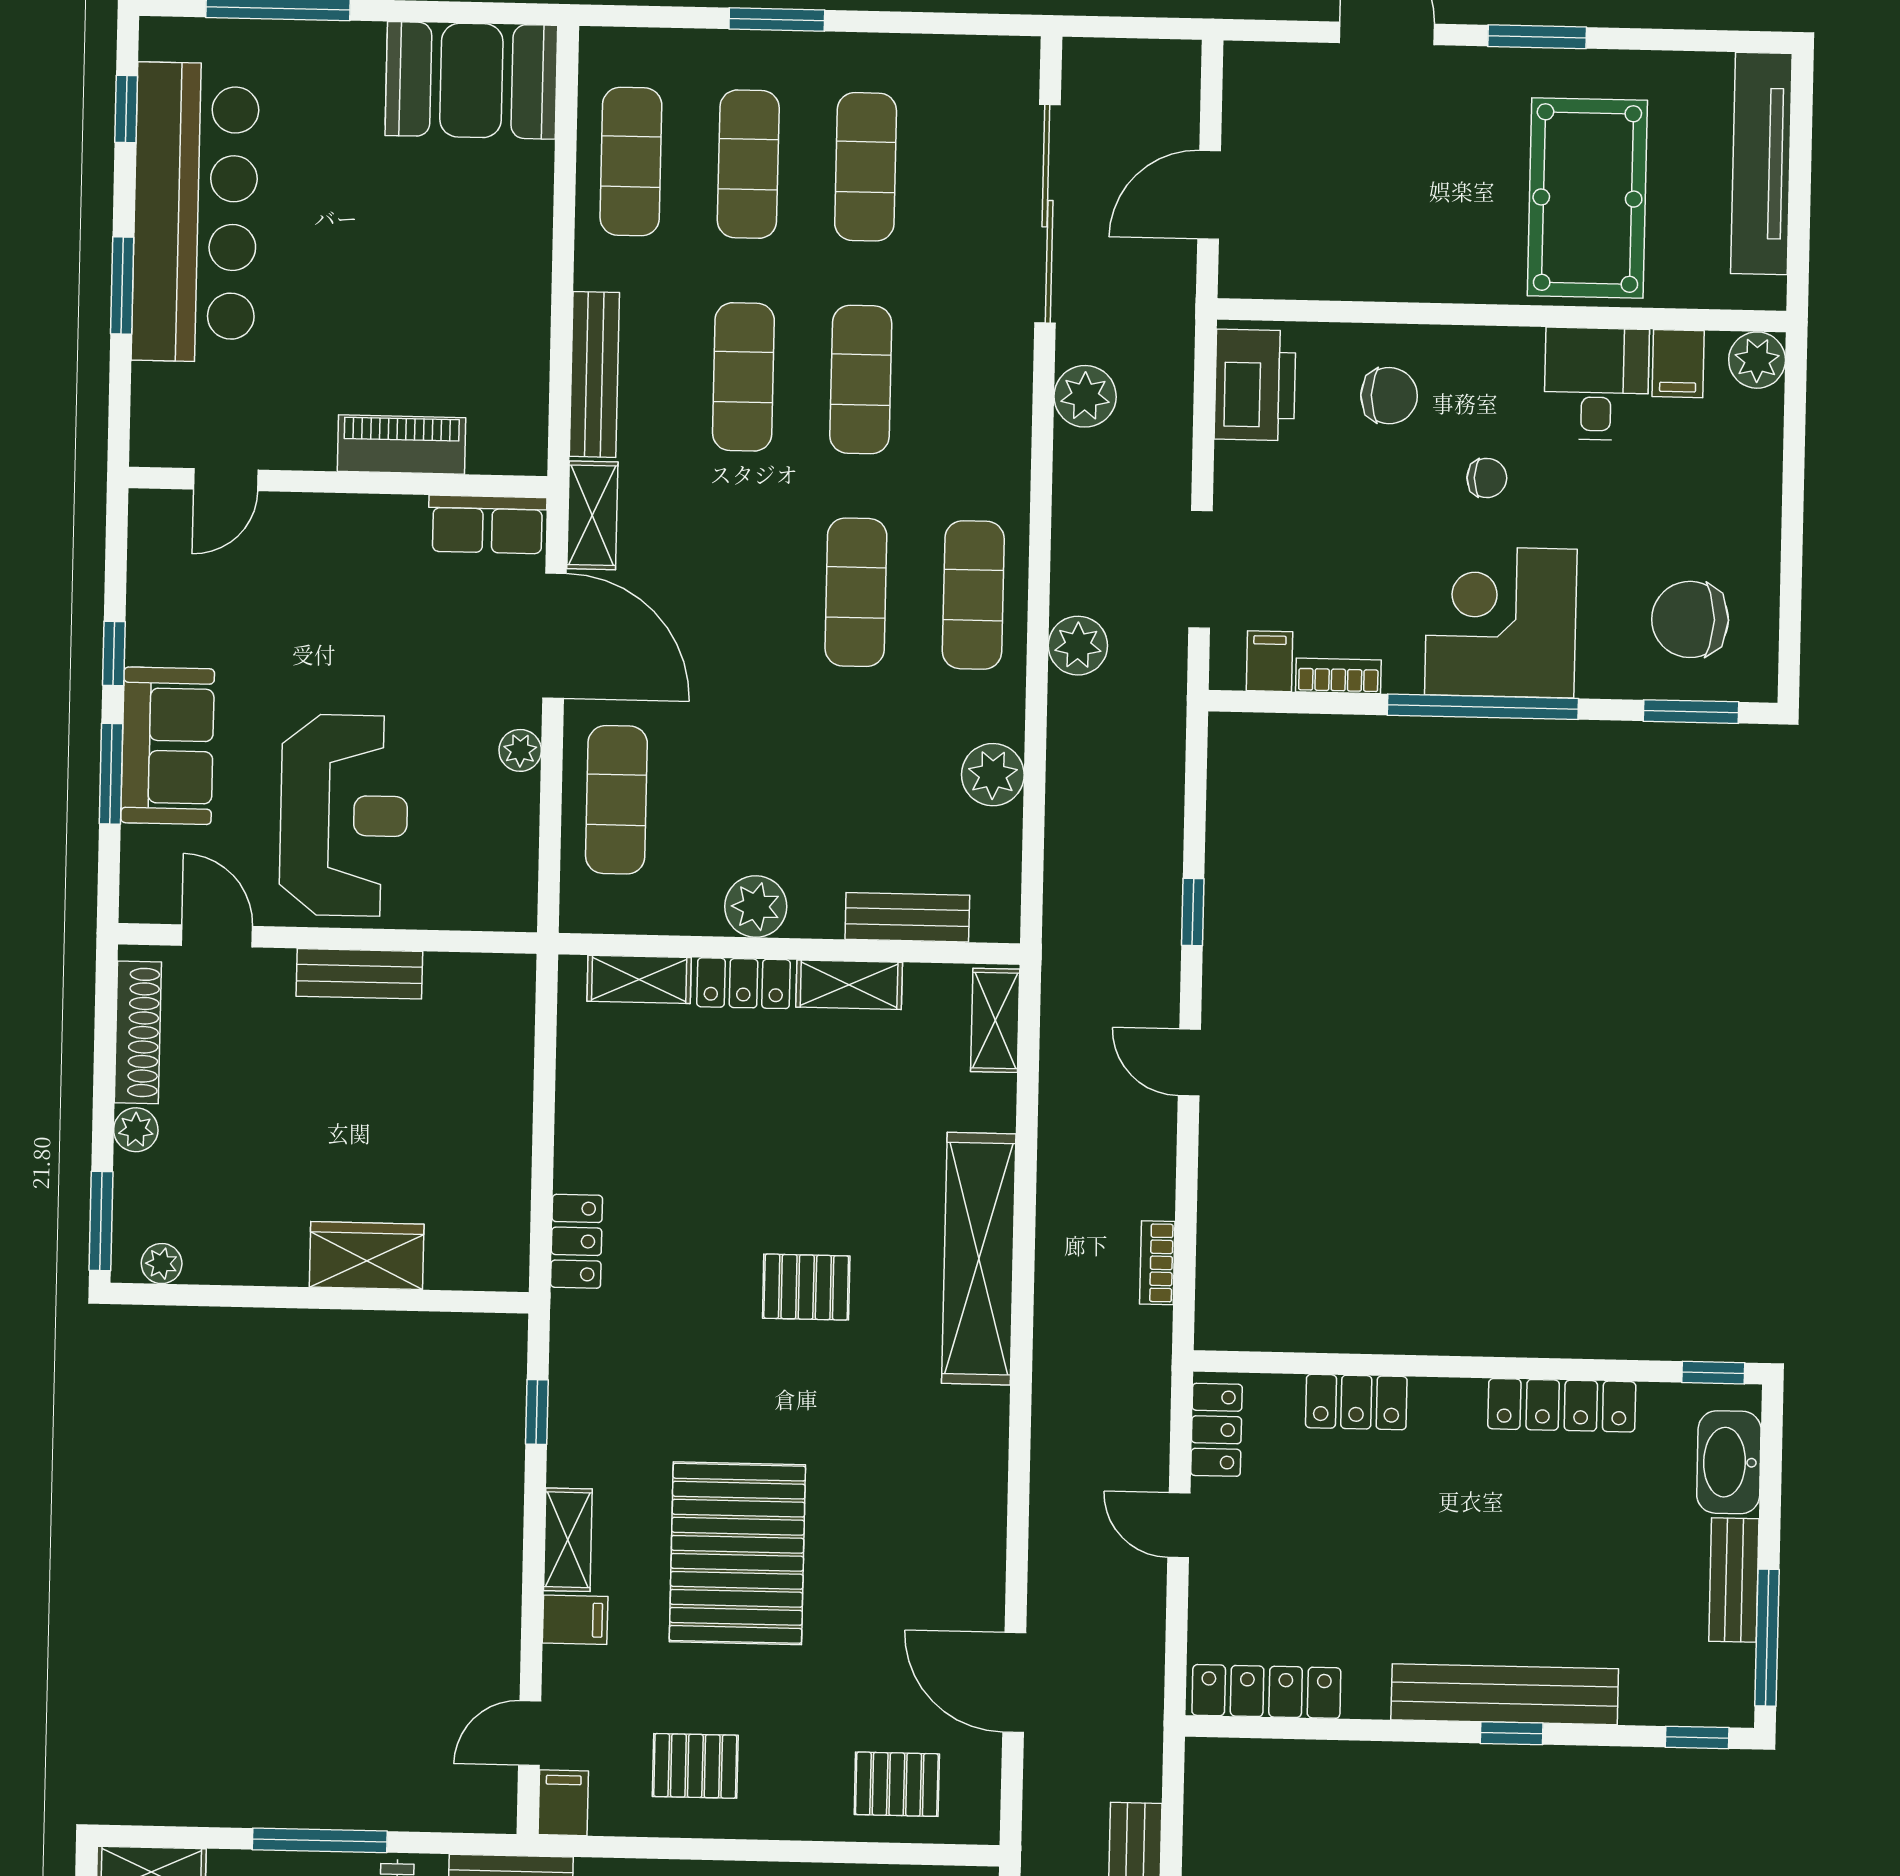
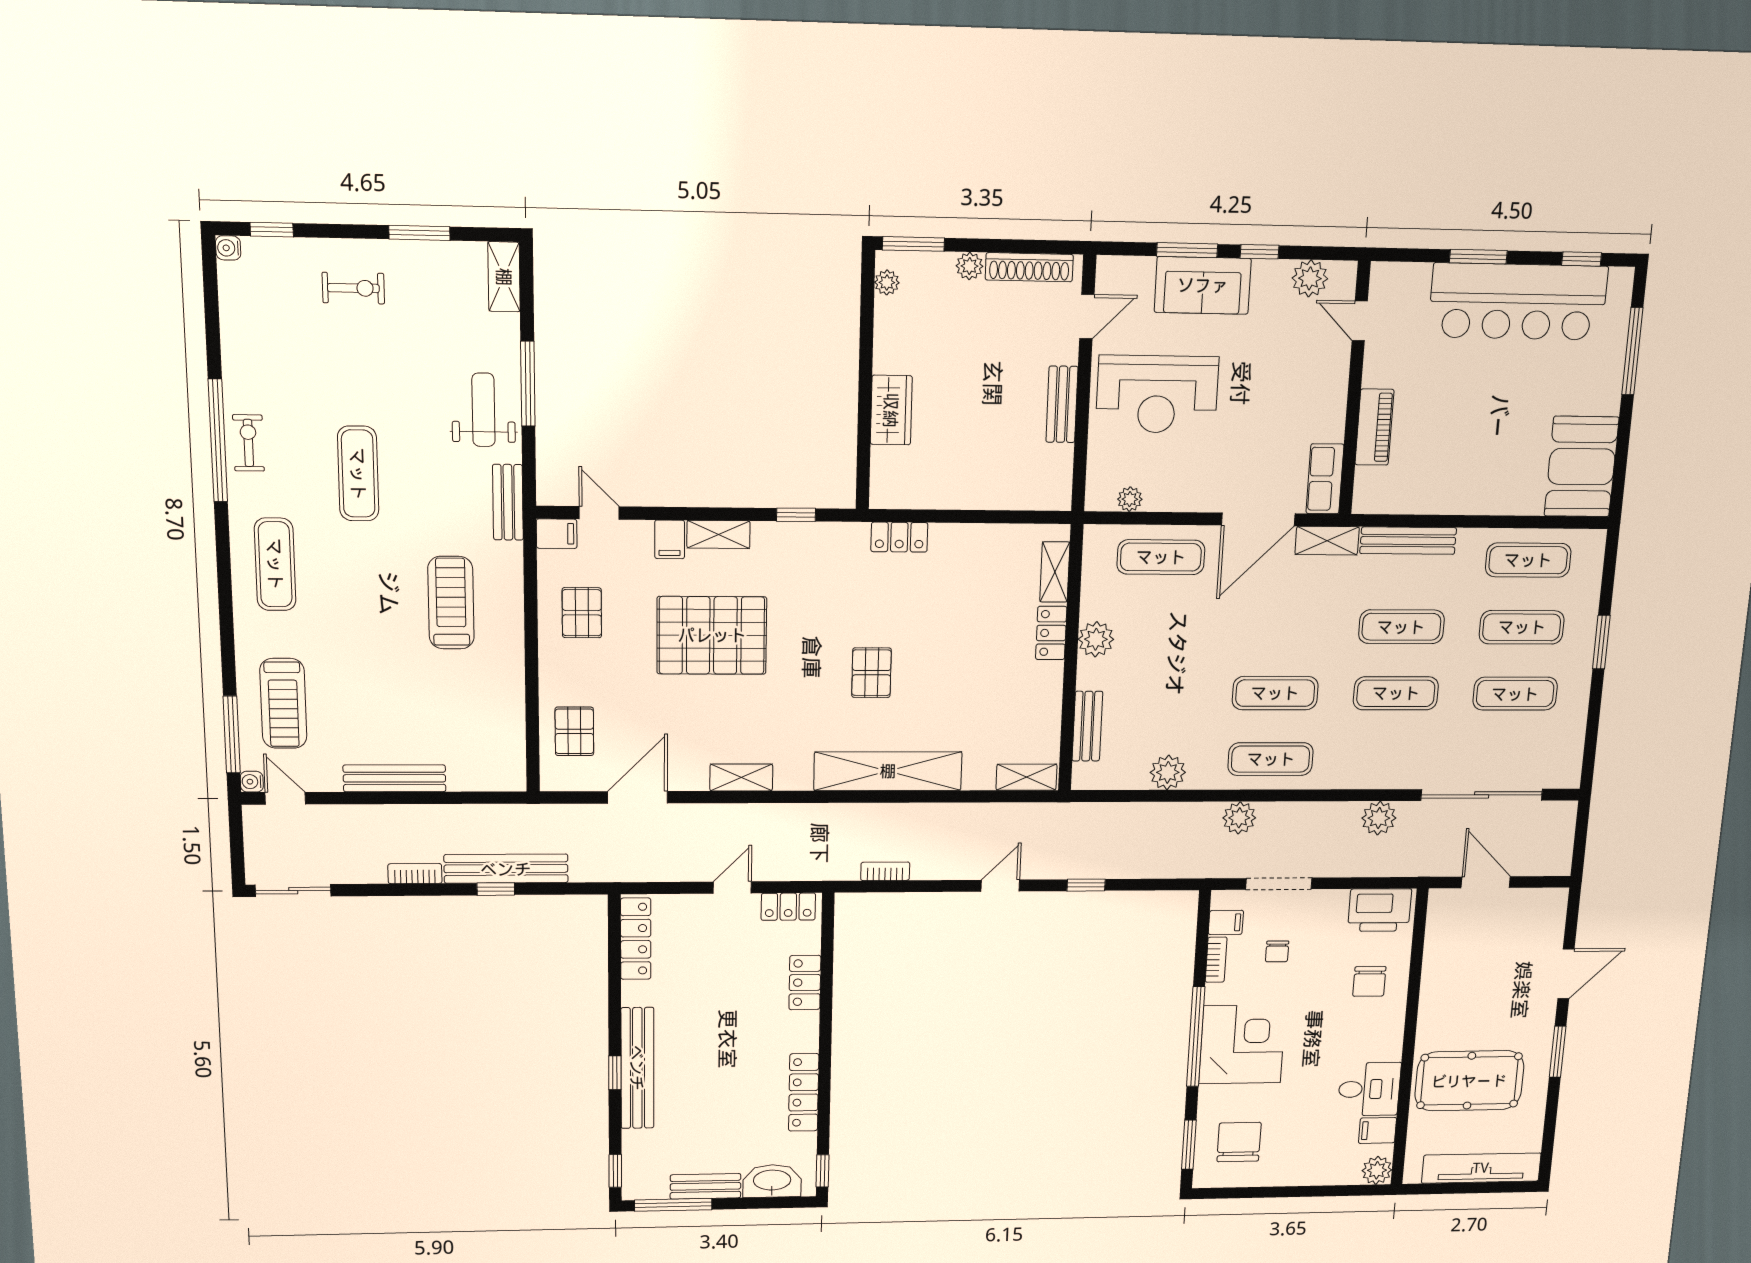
chair: (1487, 478) -> (1277, 951), moved
plant: (157, 567) -> (1310, 278), added
plant: (520, 750) -> (1130, 499), moved
shelving: (849, 985) -> (741, 777), moved, turned 90

